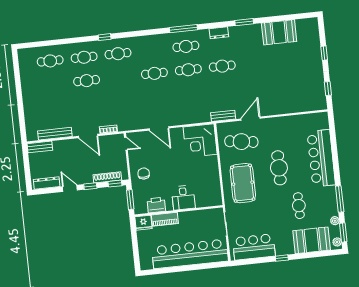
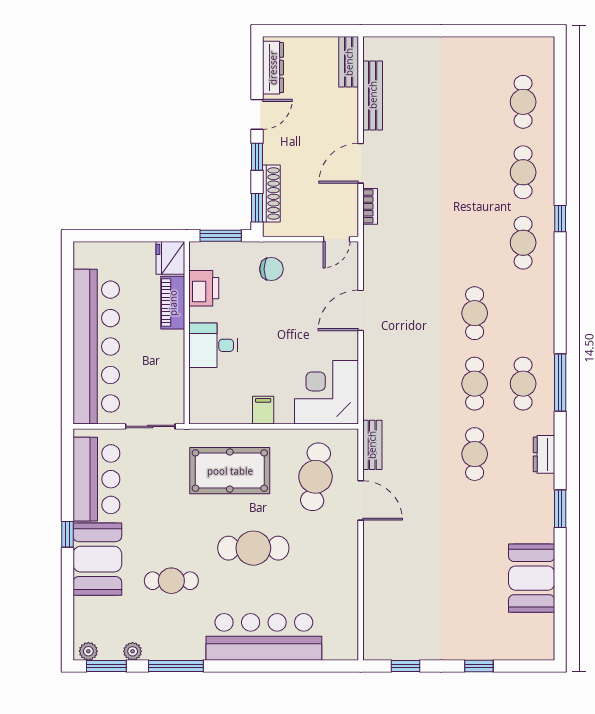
cafe table: (87, 81) -> (475, 172), removed
filing cabinet: (212, 170) -> (263, 410), added
booth: (312, 240) -> (97, 559), moved

